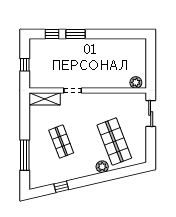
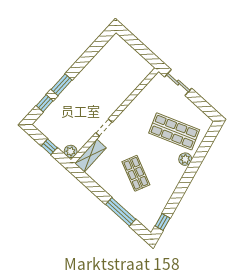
plant: (136, 82) -> (71, 151), moved
shop shelf: (61, 141) -> (136, 173), turned 45
window: (61, 187) -> (163, 222), moved

